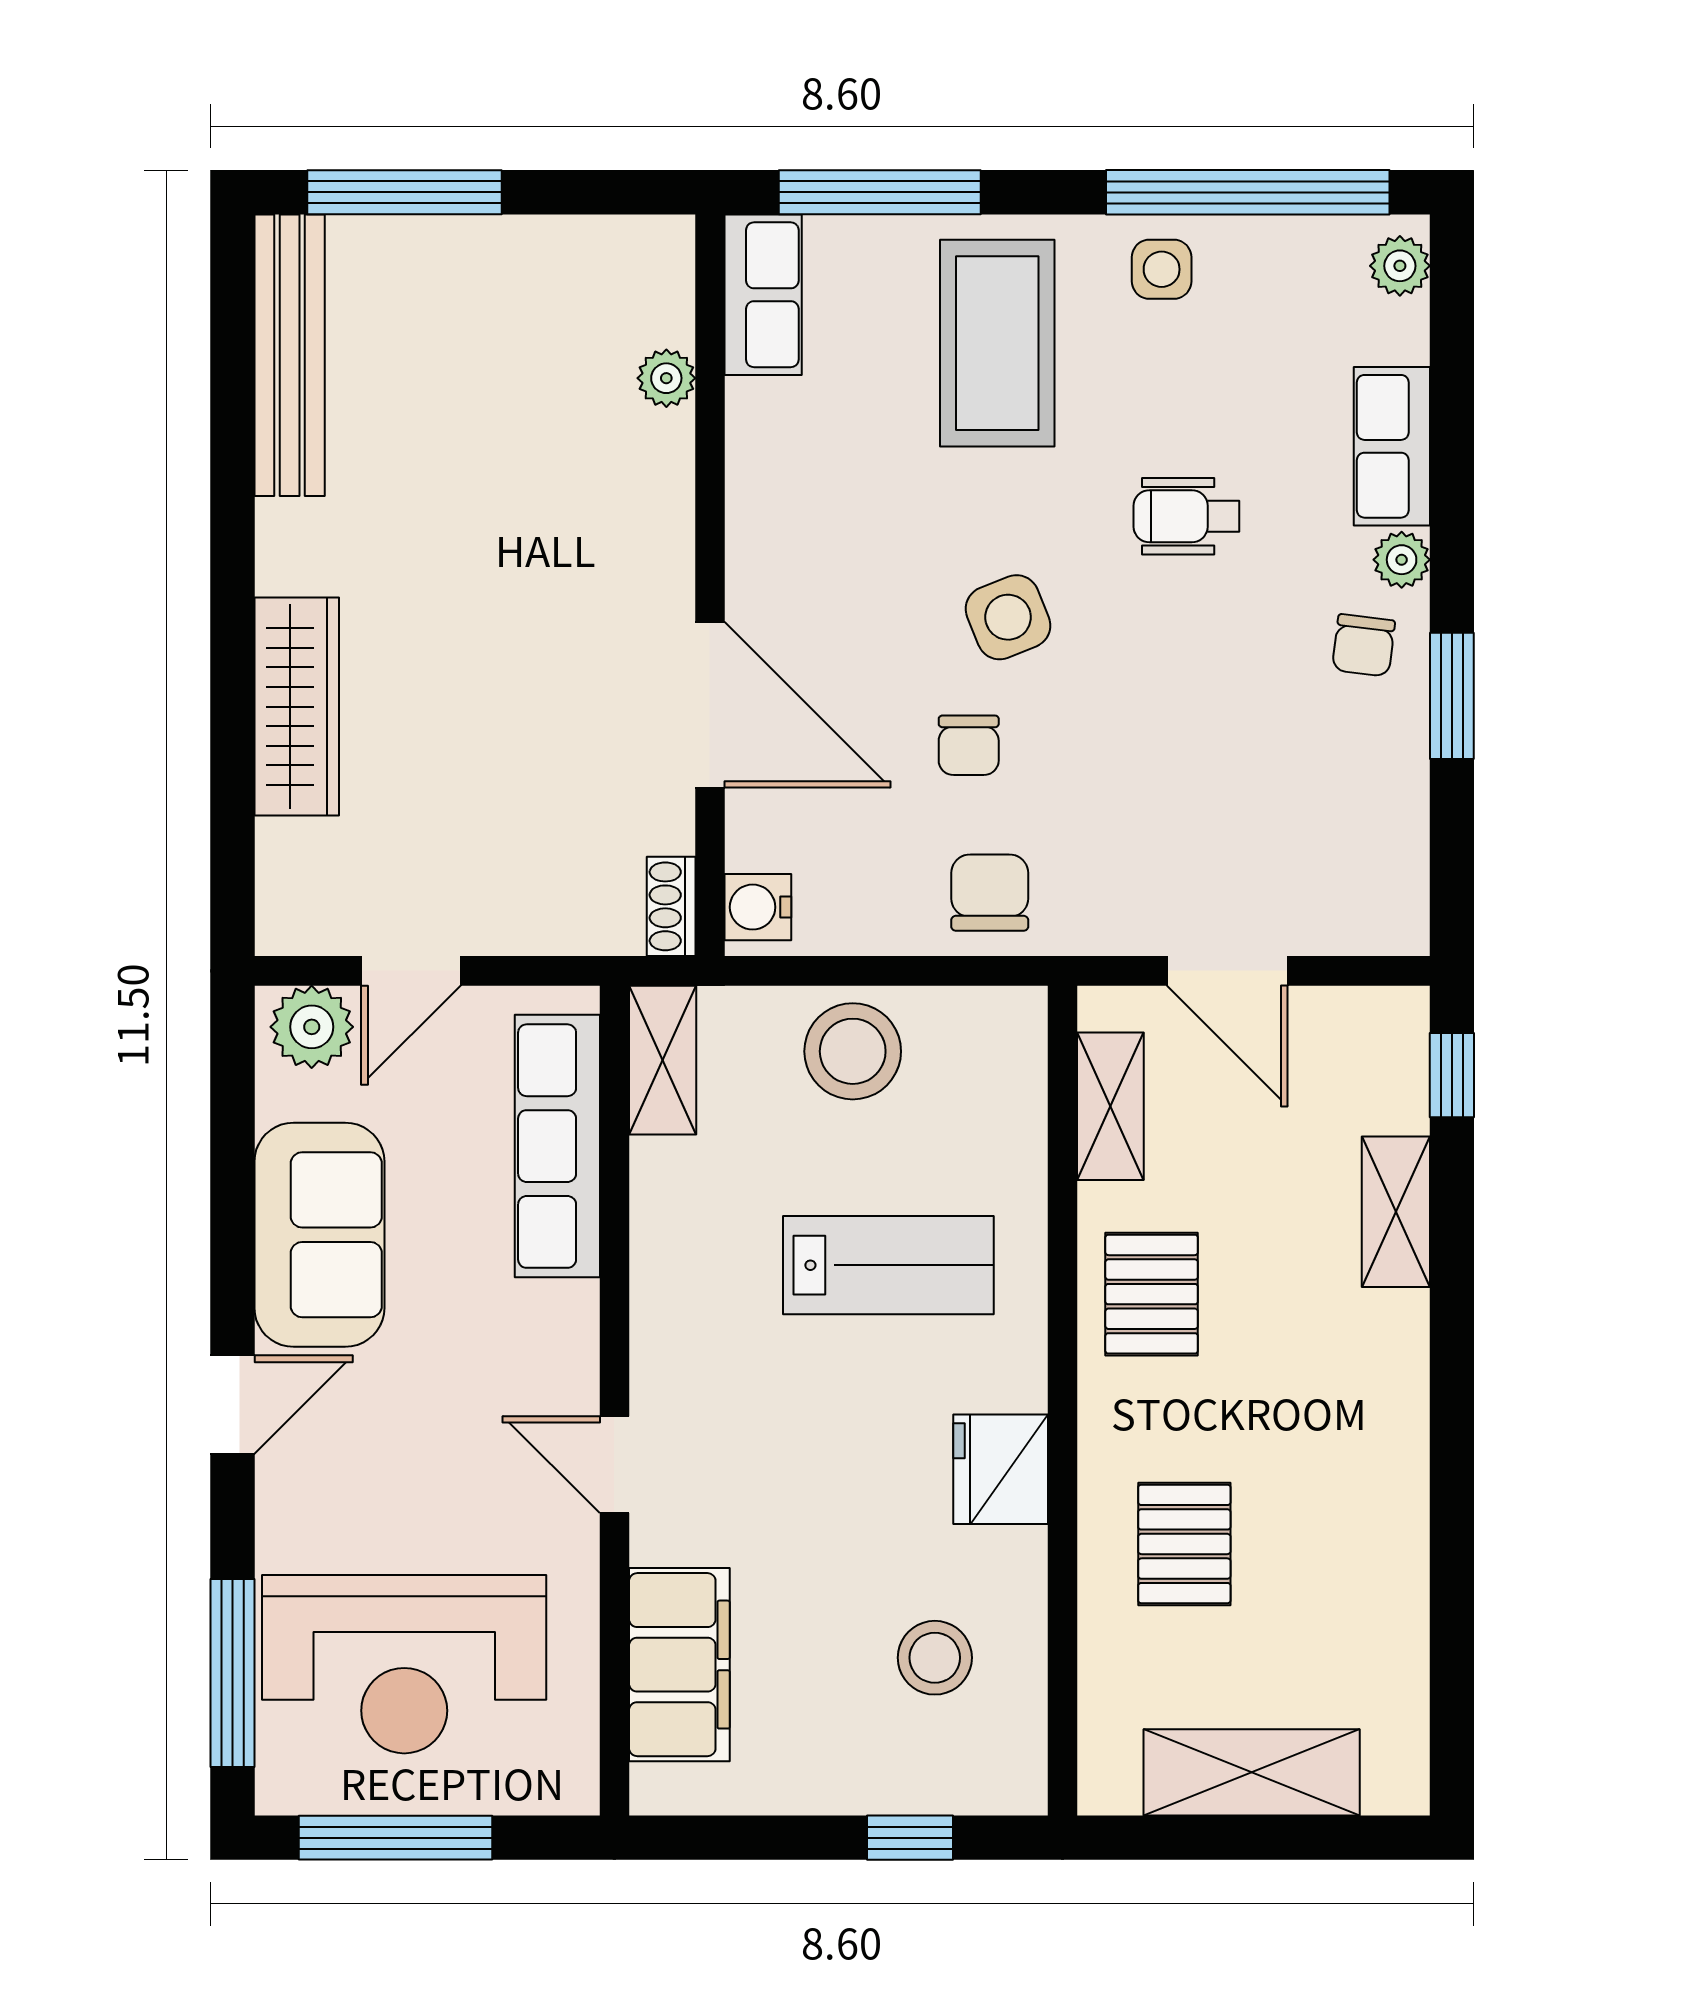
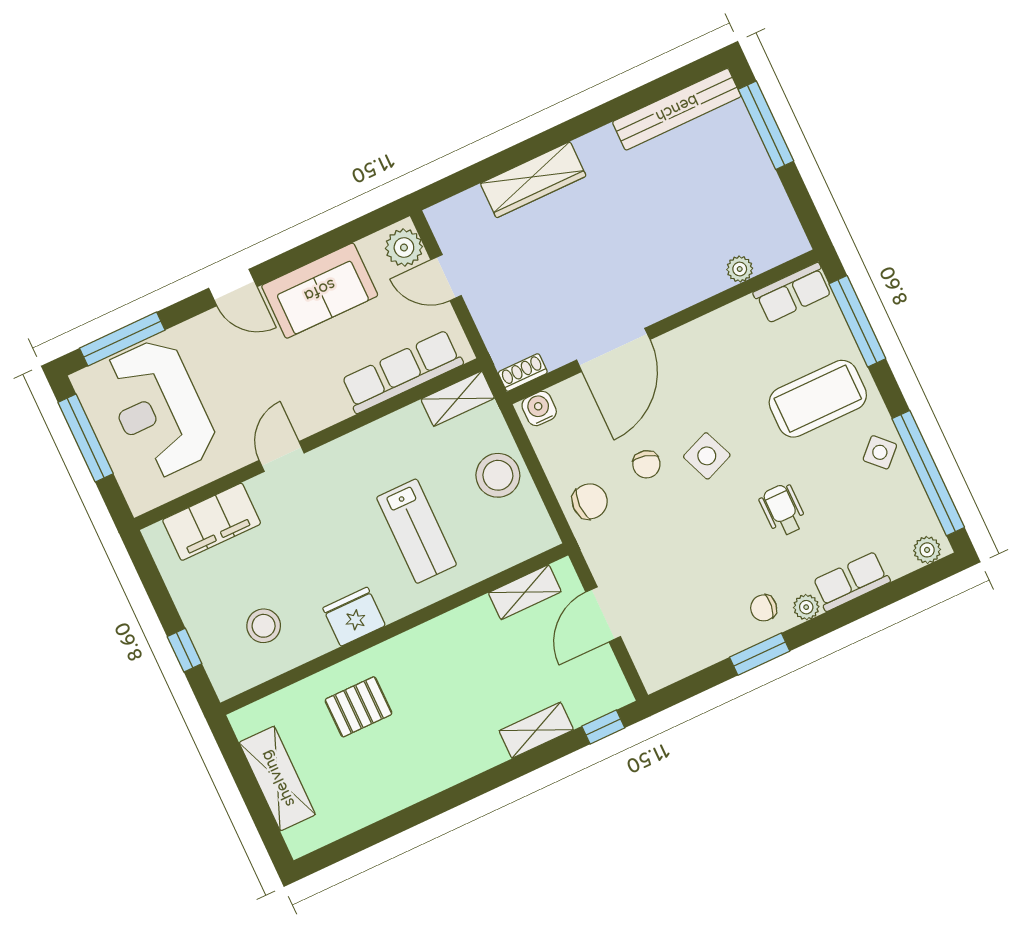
side table: (1162, 269) -> (880, 452), turned 45
chair: (969, 745) -> (646, 464), turned -76
pallet: (1152, 1294) -> (455, 645), removed

